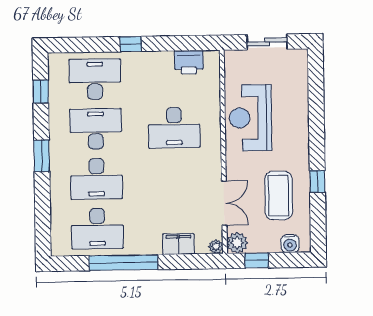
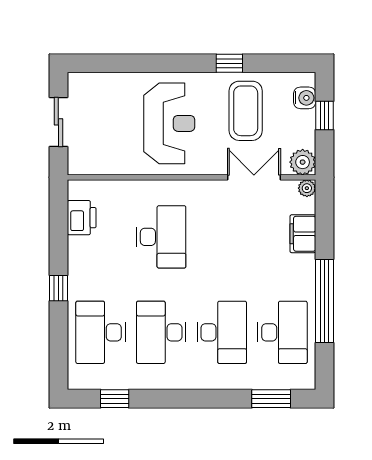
reception desk: (251, 118) -> (169, 123), moved, turned -90
window: (42, 156) -> (271, 399), moved
coffee table: (279, 195) -> (246, 111), turned 90
window: (257, 260) -> (324, 116), moved

